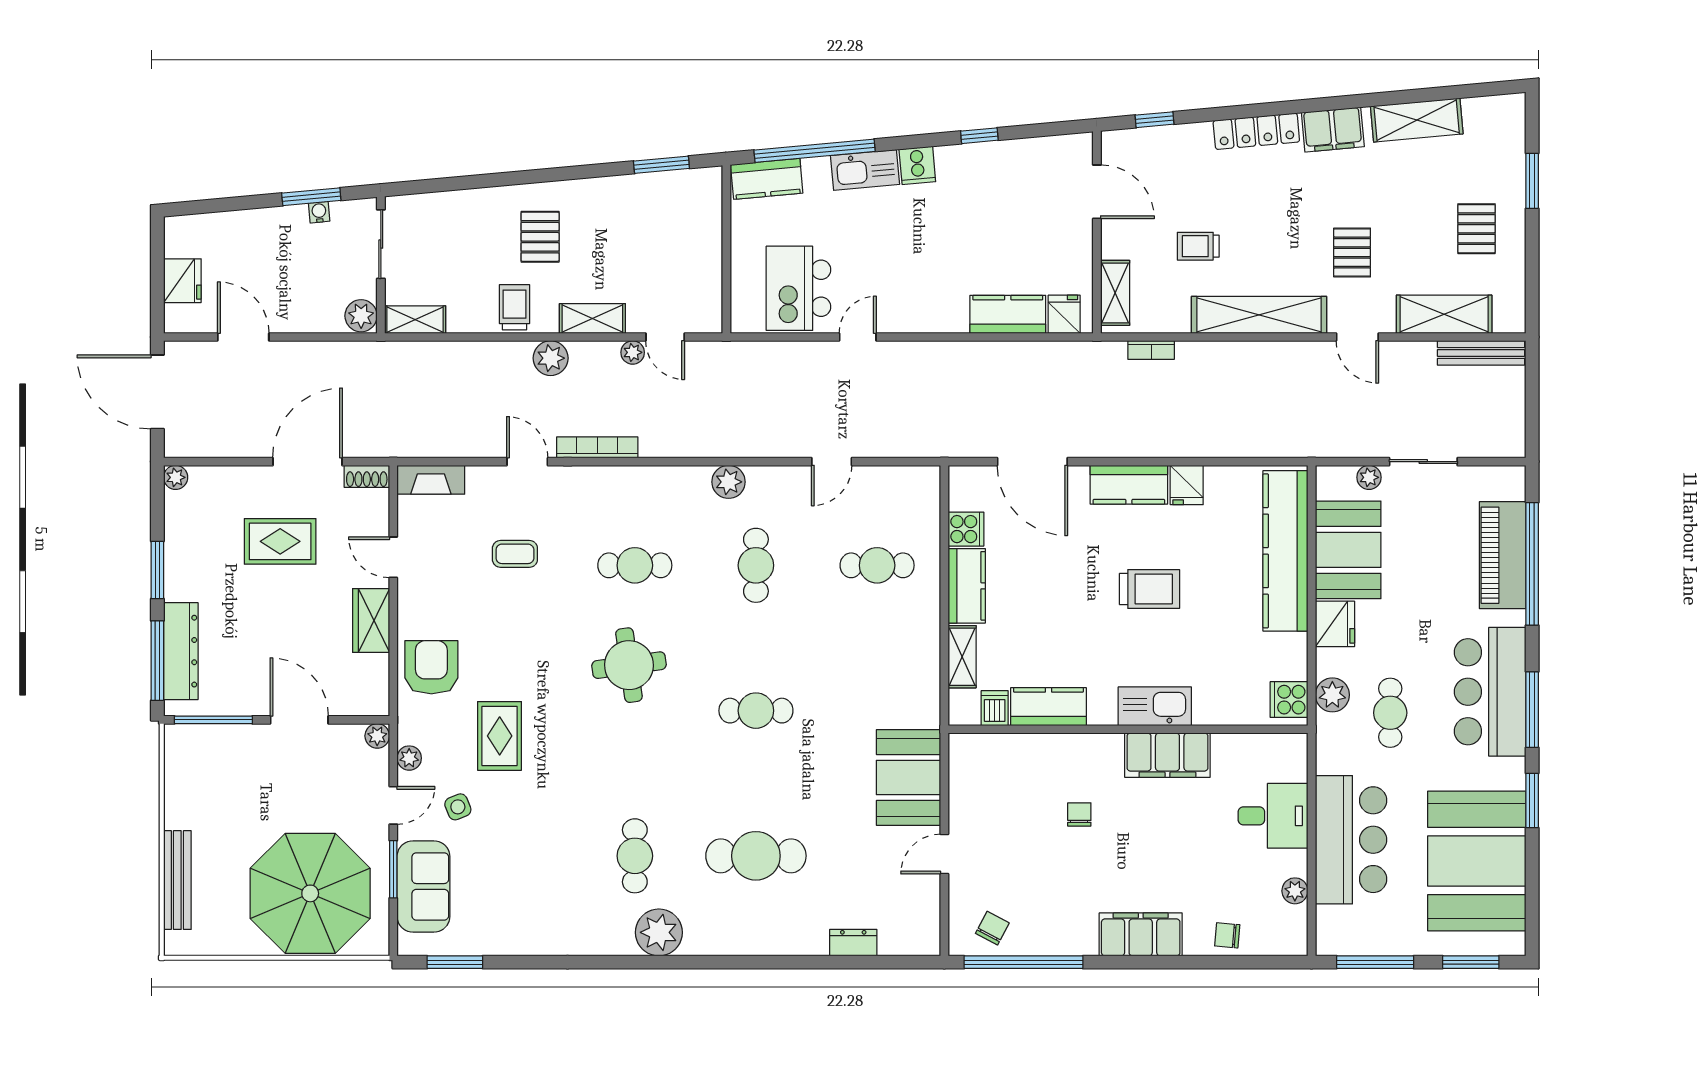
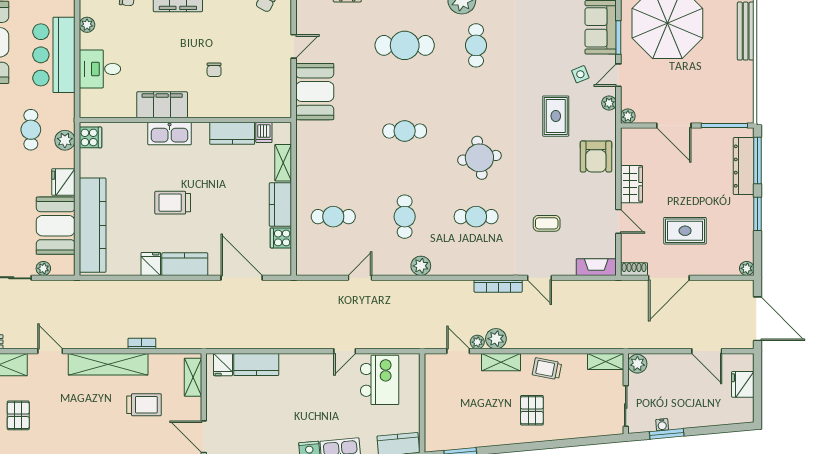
trolley: (1198, 246) -> (144, 405), width x1.36, depth x1.39
pallet: (1352, 252) -> (18, 415), moved
trolley: (514, 307) -> (547, 369), turned 101
bookcase: (1151, 350) -> (142, 343), moved
plant: (551, 358) -> (496, 339), moved

